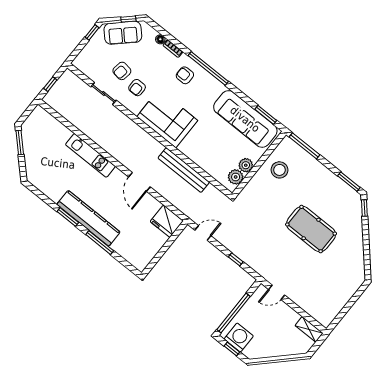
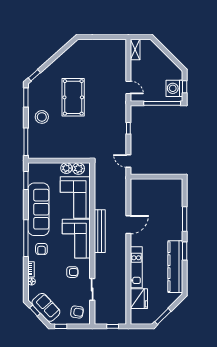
armchair: (122, 71) -> (77, 312), moved
sofa: (245, 119) -> (38, 209), moved
corner sofa: (209, 151) -> (75, 197), added
bench: (184, 170) -> (100, 231), moved
stool: (279, 170) -> (42, 117), moved
kitchen counter: (88, 218) -> (175, 267), moved
fridge: (167, 221) -> (139, 299), moved

